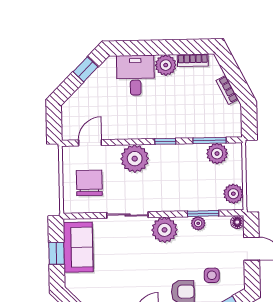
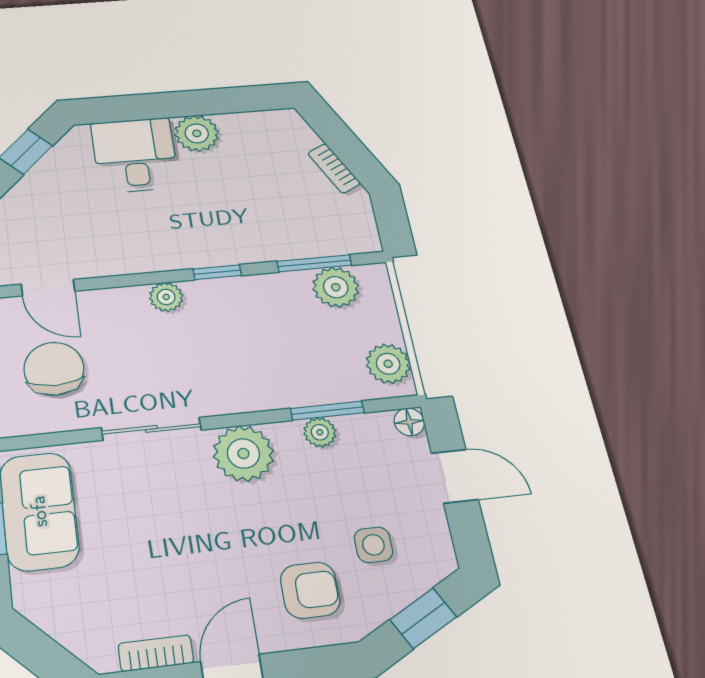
bookcase: (193, 60) -> (252, 122), removed
door: (90, 143) -> (48, 288), swing flipped
plant: (135, 159) -> (166, 297), width x0.53, depth x0.53

